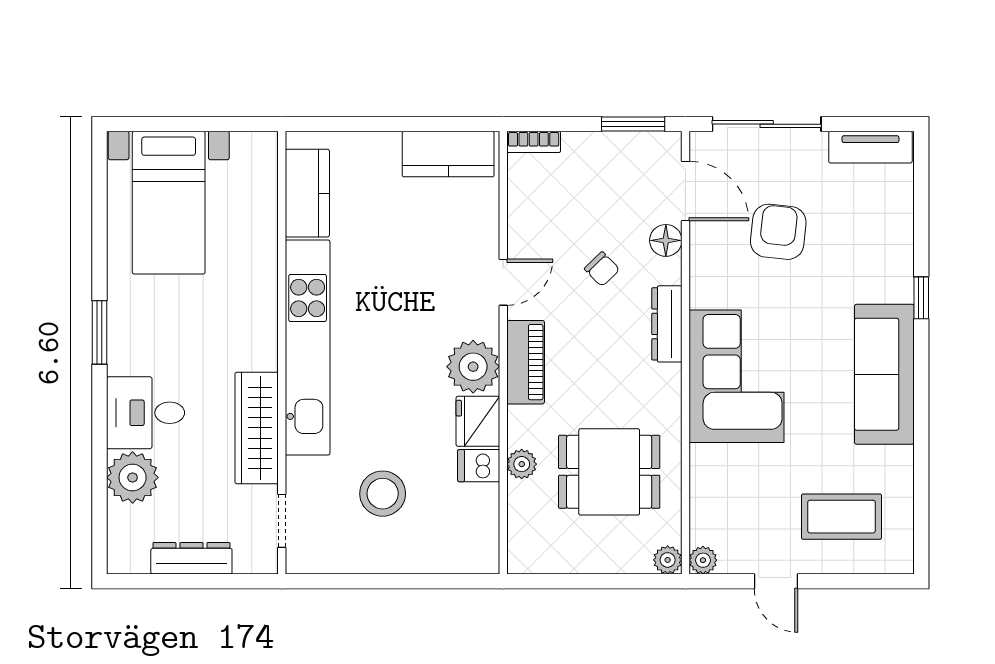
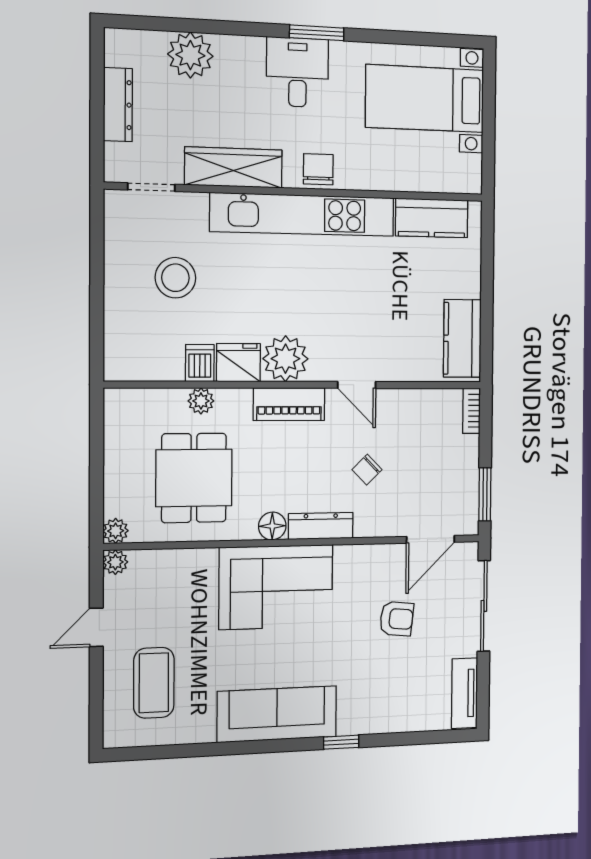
armchair: (778, 232) -> (397, 619), width x0.72, depth x0.72
floor lamp: (666, 240) -> (272, 526), moved
chair: (255, 330) -> (318, 169), added
desk: (146, 413) -> (298, 72), moved

